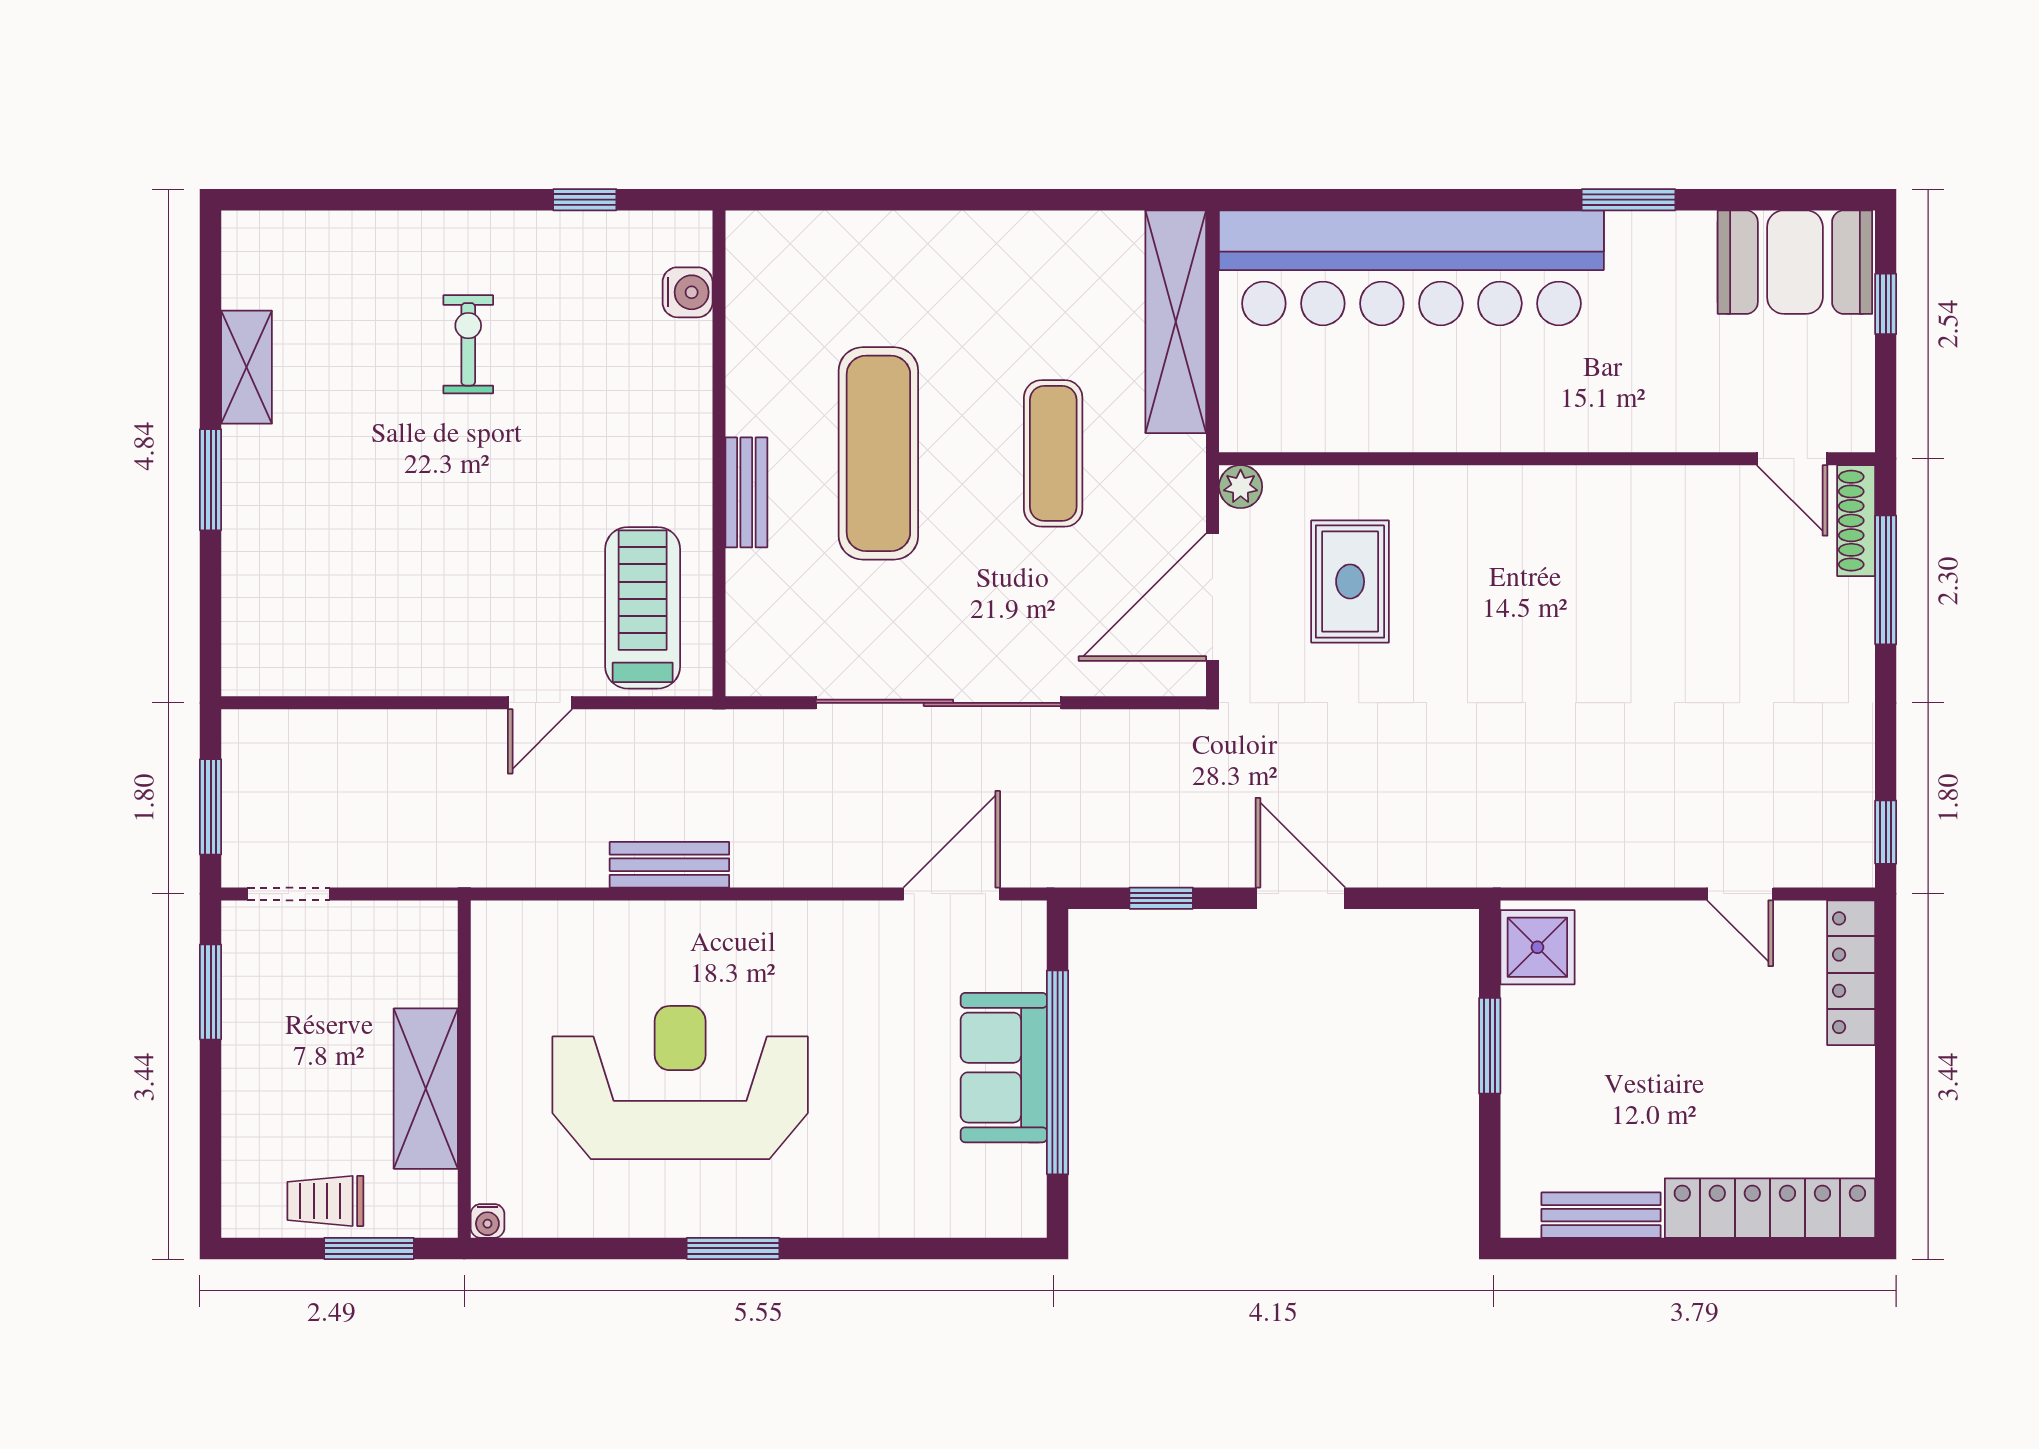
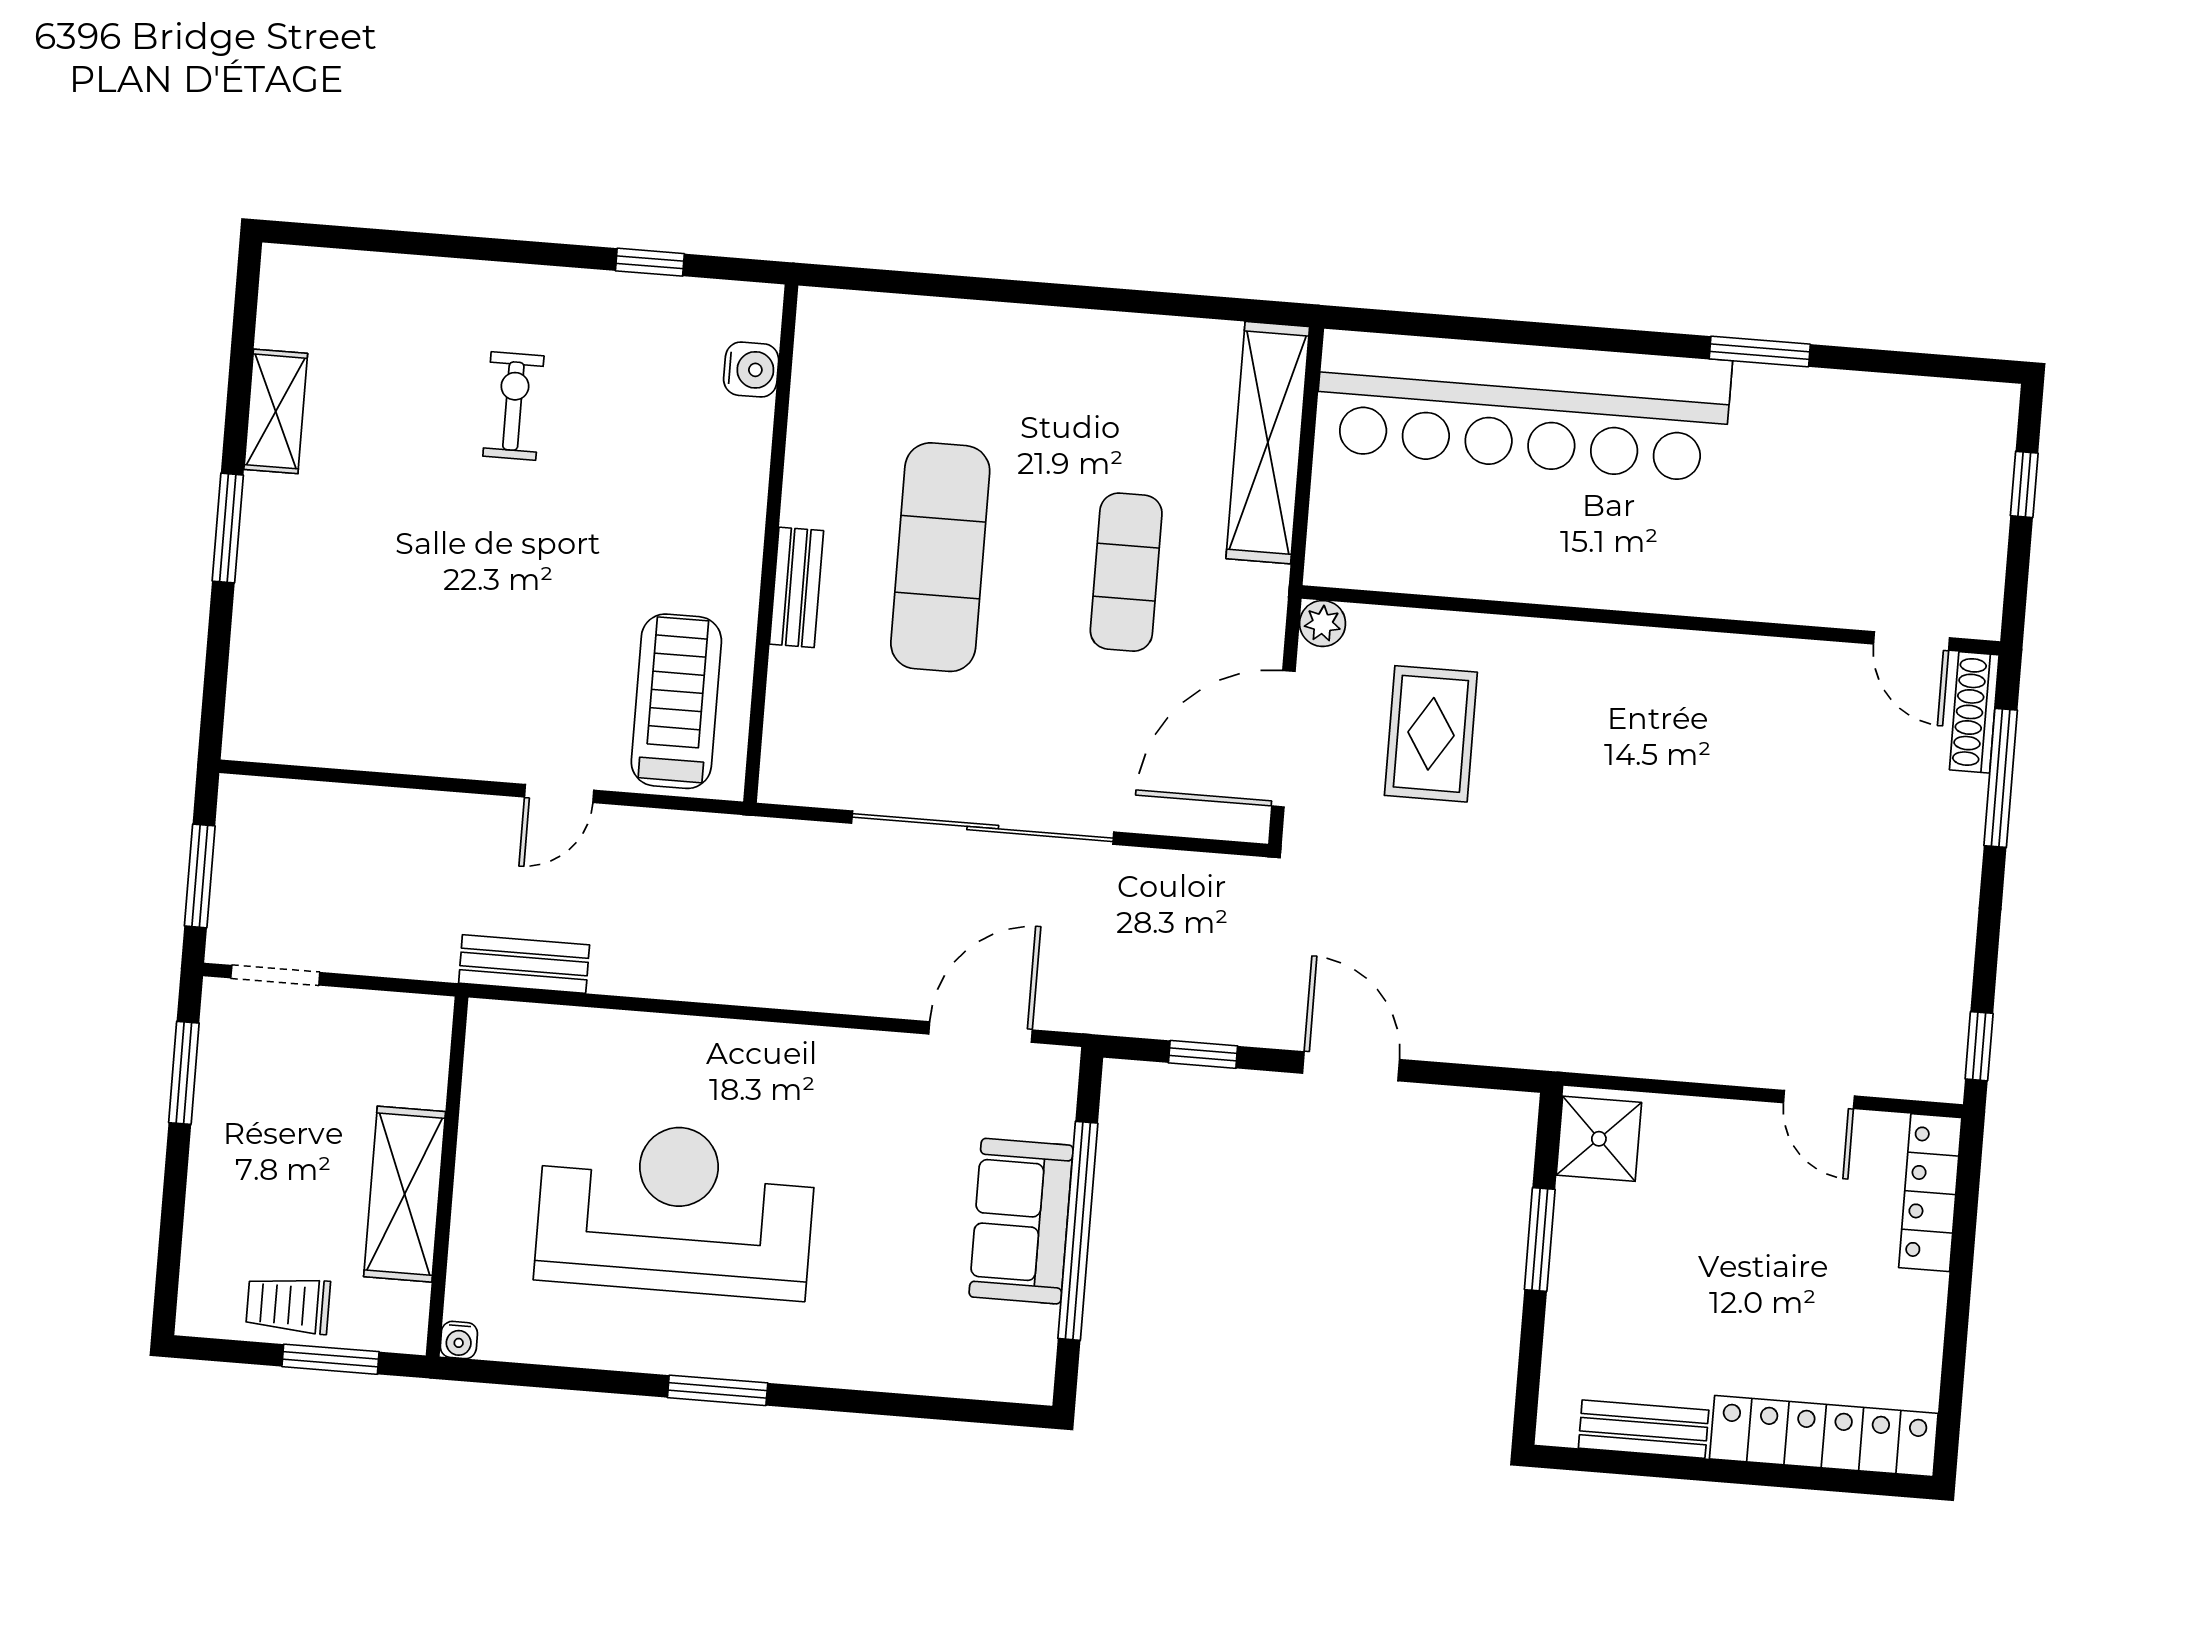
booth: (1795, 262) -> (1931, 432), removed
bench: (669, 865) -> (524, 964), moved

